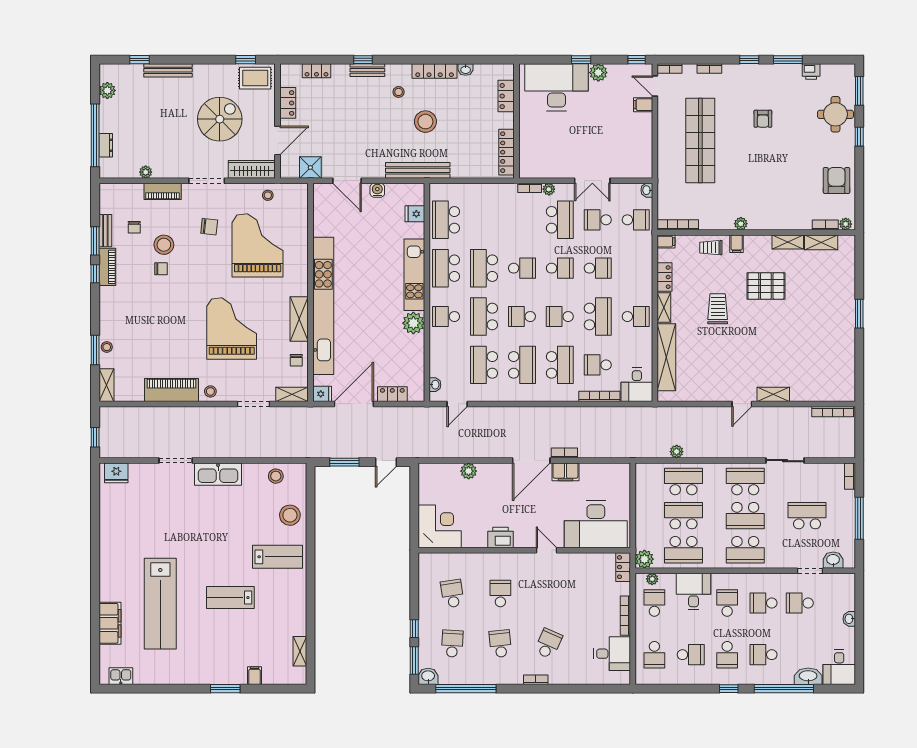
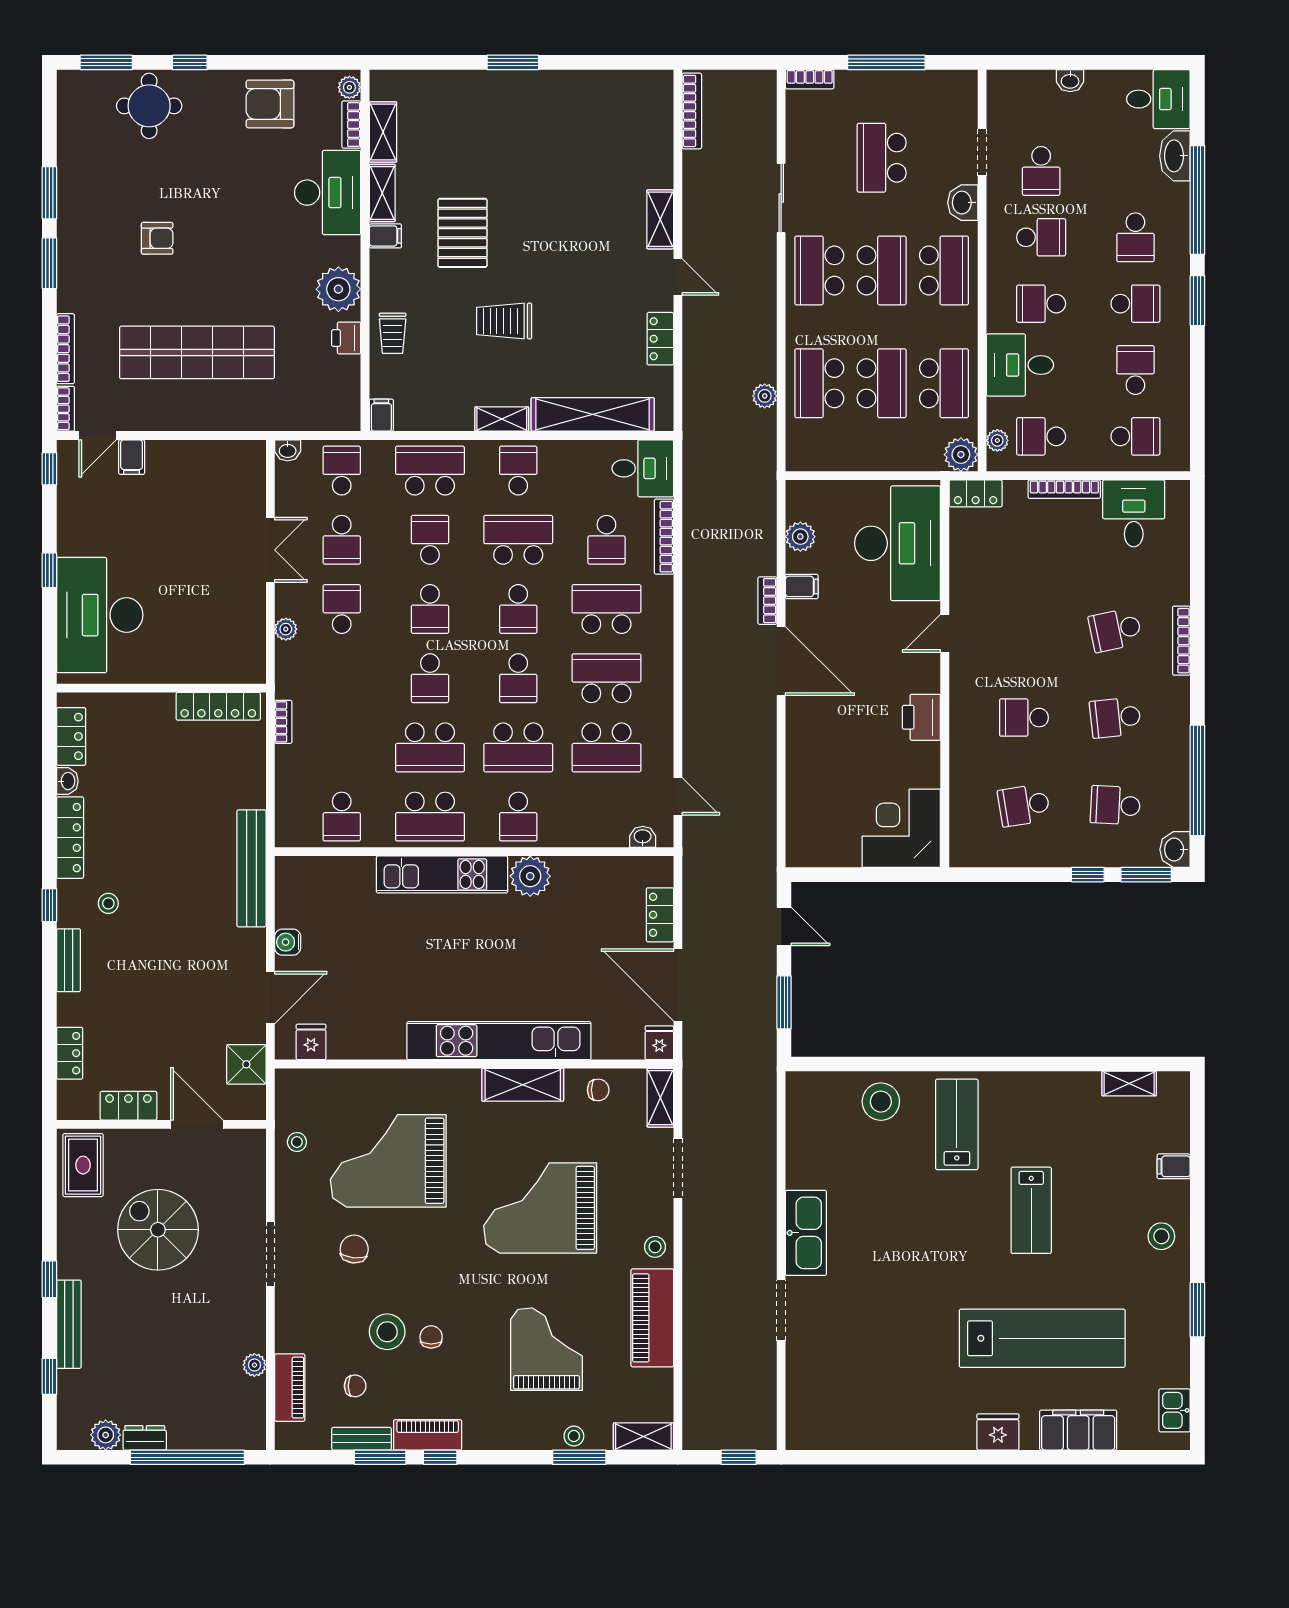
window: (246, 60) -> (49, 1279), moved
window: (363, 60) -> (49, 905), moved
window: (749, 60) -> (49, 263), width x1.50
bookcase: (709, 68) -> (65, 349), width x1.56
printer: (811, 72) -> (346, 338), moved, turned 180
plant: (598, 73) -> (73, 539), removed
locker: (506, 96) -> (71, 736), moved, turned -90
stool: (425, 122) -> (162, 854), removed
dresser: (106, 145) -> (145, 1438), moved
wardrobe: (252, 169) -> (250, 1171), removed
bookcase: (530, 188) -> (283, 722), moved
piano: (163, 191) -> (290, 1388), moved
desk: (788, 212) -> (328, 193), added
fridge: (415, 214) -> (311, 1042), moved, turned 180
school desk: (446, 220) -> (342, 817), width x0.54
school desk: (560, 220) -> (342, 609), width x0.54
plant: (741, 224) -> (338, 289), width x1.87, depth x1.87
bookcase: (678, 225) -> (351, 394), removed
filing cabinet: (737, 244) -> (385, 236), moved
school desk: (522, 268) -> (430, 678), turned 180
school desk: (560, 268) -> (430, 609), turned 180
school desk: (636, 268) -> (430, 471), added
locker: (664, 277) -> (660, 339), moved, turned -90
kitchen unit: (323, 306) -> (499, 1041), width x0.73
grand piano: (154, 332) -> (546, 1349), added
plant: (469, 471) -> (800, 537), moved
filing cabinet: (565, 472) -> (802, 586), width x0.50
fridge: (116, 473) -> (998, 1432), moved, turned -90
stool: (276, 476) -> (1161, 1236), moved
school desk: (683, 516) -> (882, 383), turned 180
washbasin: (833, 560) -> (963, 203), moved
school desk: (763, 603) -> (1041, 237), turned -90
school desk: (548, 644) -> (1115, 630), turned -36
bookcase: (536, 680) -> (1181, 641), width x1.56
window: (225, 689) -> (1197, 1310), moved
window: (729, 689) -> (1197, 301), width x1.50

